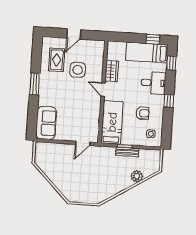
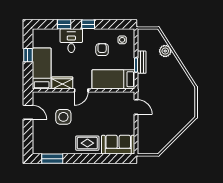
door: (74, 34) -> (28, 112), moved
window: (153, 39) -> (28, 55), moved
bed: (147, 53) -> (42, 68), moved, turned 180
rug: (57, 60) -> (87, 143), moved
window: (171, 63) -> (64, 24), moved
window: (35, 84) -> (52, 159), moved

